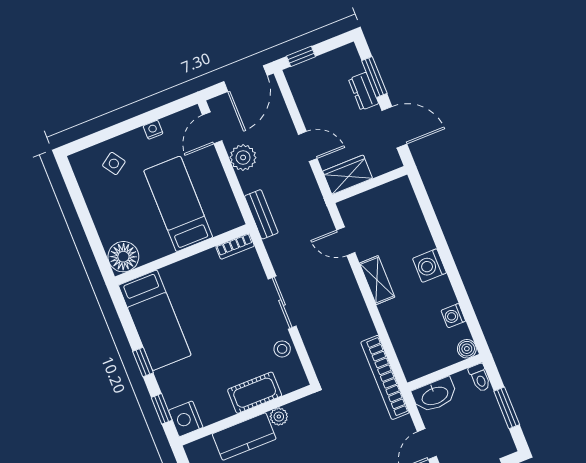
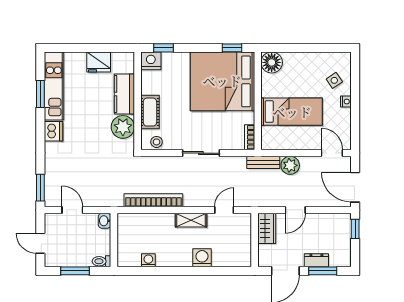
nightstand: (153, 130) -> (346, 102), moved
plant: (243, 157) -> (290, 165), moved
washing machine: (429, 266) -> (202, 258), moved
bed: (155, 320) -> (222, 81), width x2.04
stool: (282, 349) -> (157, 142), moved
boiler: (467, 349) -> (124, 260), removed
window: (143, 362) -> (232, 48), moved
bookcase: (385, 377) -> (153, 200), moved
washbasin: (435, 395) -> (105, 221), width x0.52, depth x0.69
plant: (279, 417) -> (123, 127), width x1.87, depth x1.87

